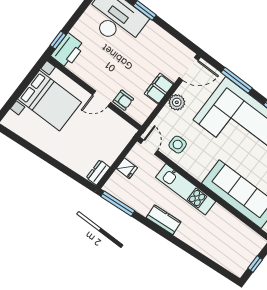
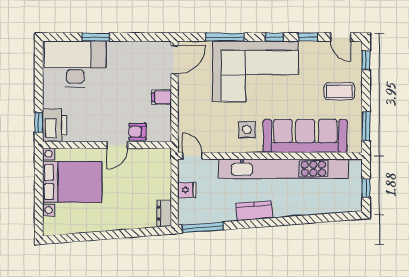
filing cabinet: (159, 89) -> (162, 97), width x0.50
armchair: (123, 100) -> (138, 132), turned 180
plant: (177, 102) -> (187, 97), removed
side table: (178, 145) -> (247, 130), moved
kitchen unit: (186, 189) -> (283, 169), width x1.86

